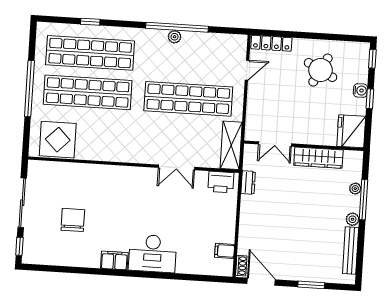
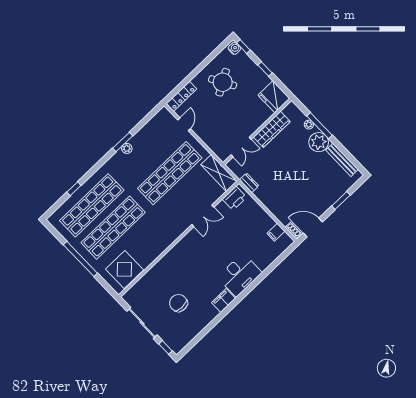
window: (177, 27) -> (123, 142), width x0.47
round table: (320, 70) -> (223, 82), turned 32
water cooler: (360, 90) -> (234, 48), moved
plant: (353, 219) -> (319, 142), width x1.87, depth x1.87

